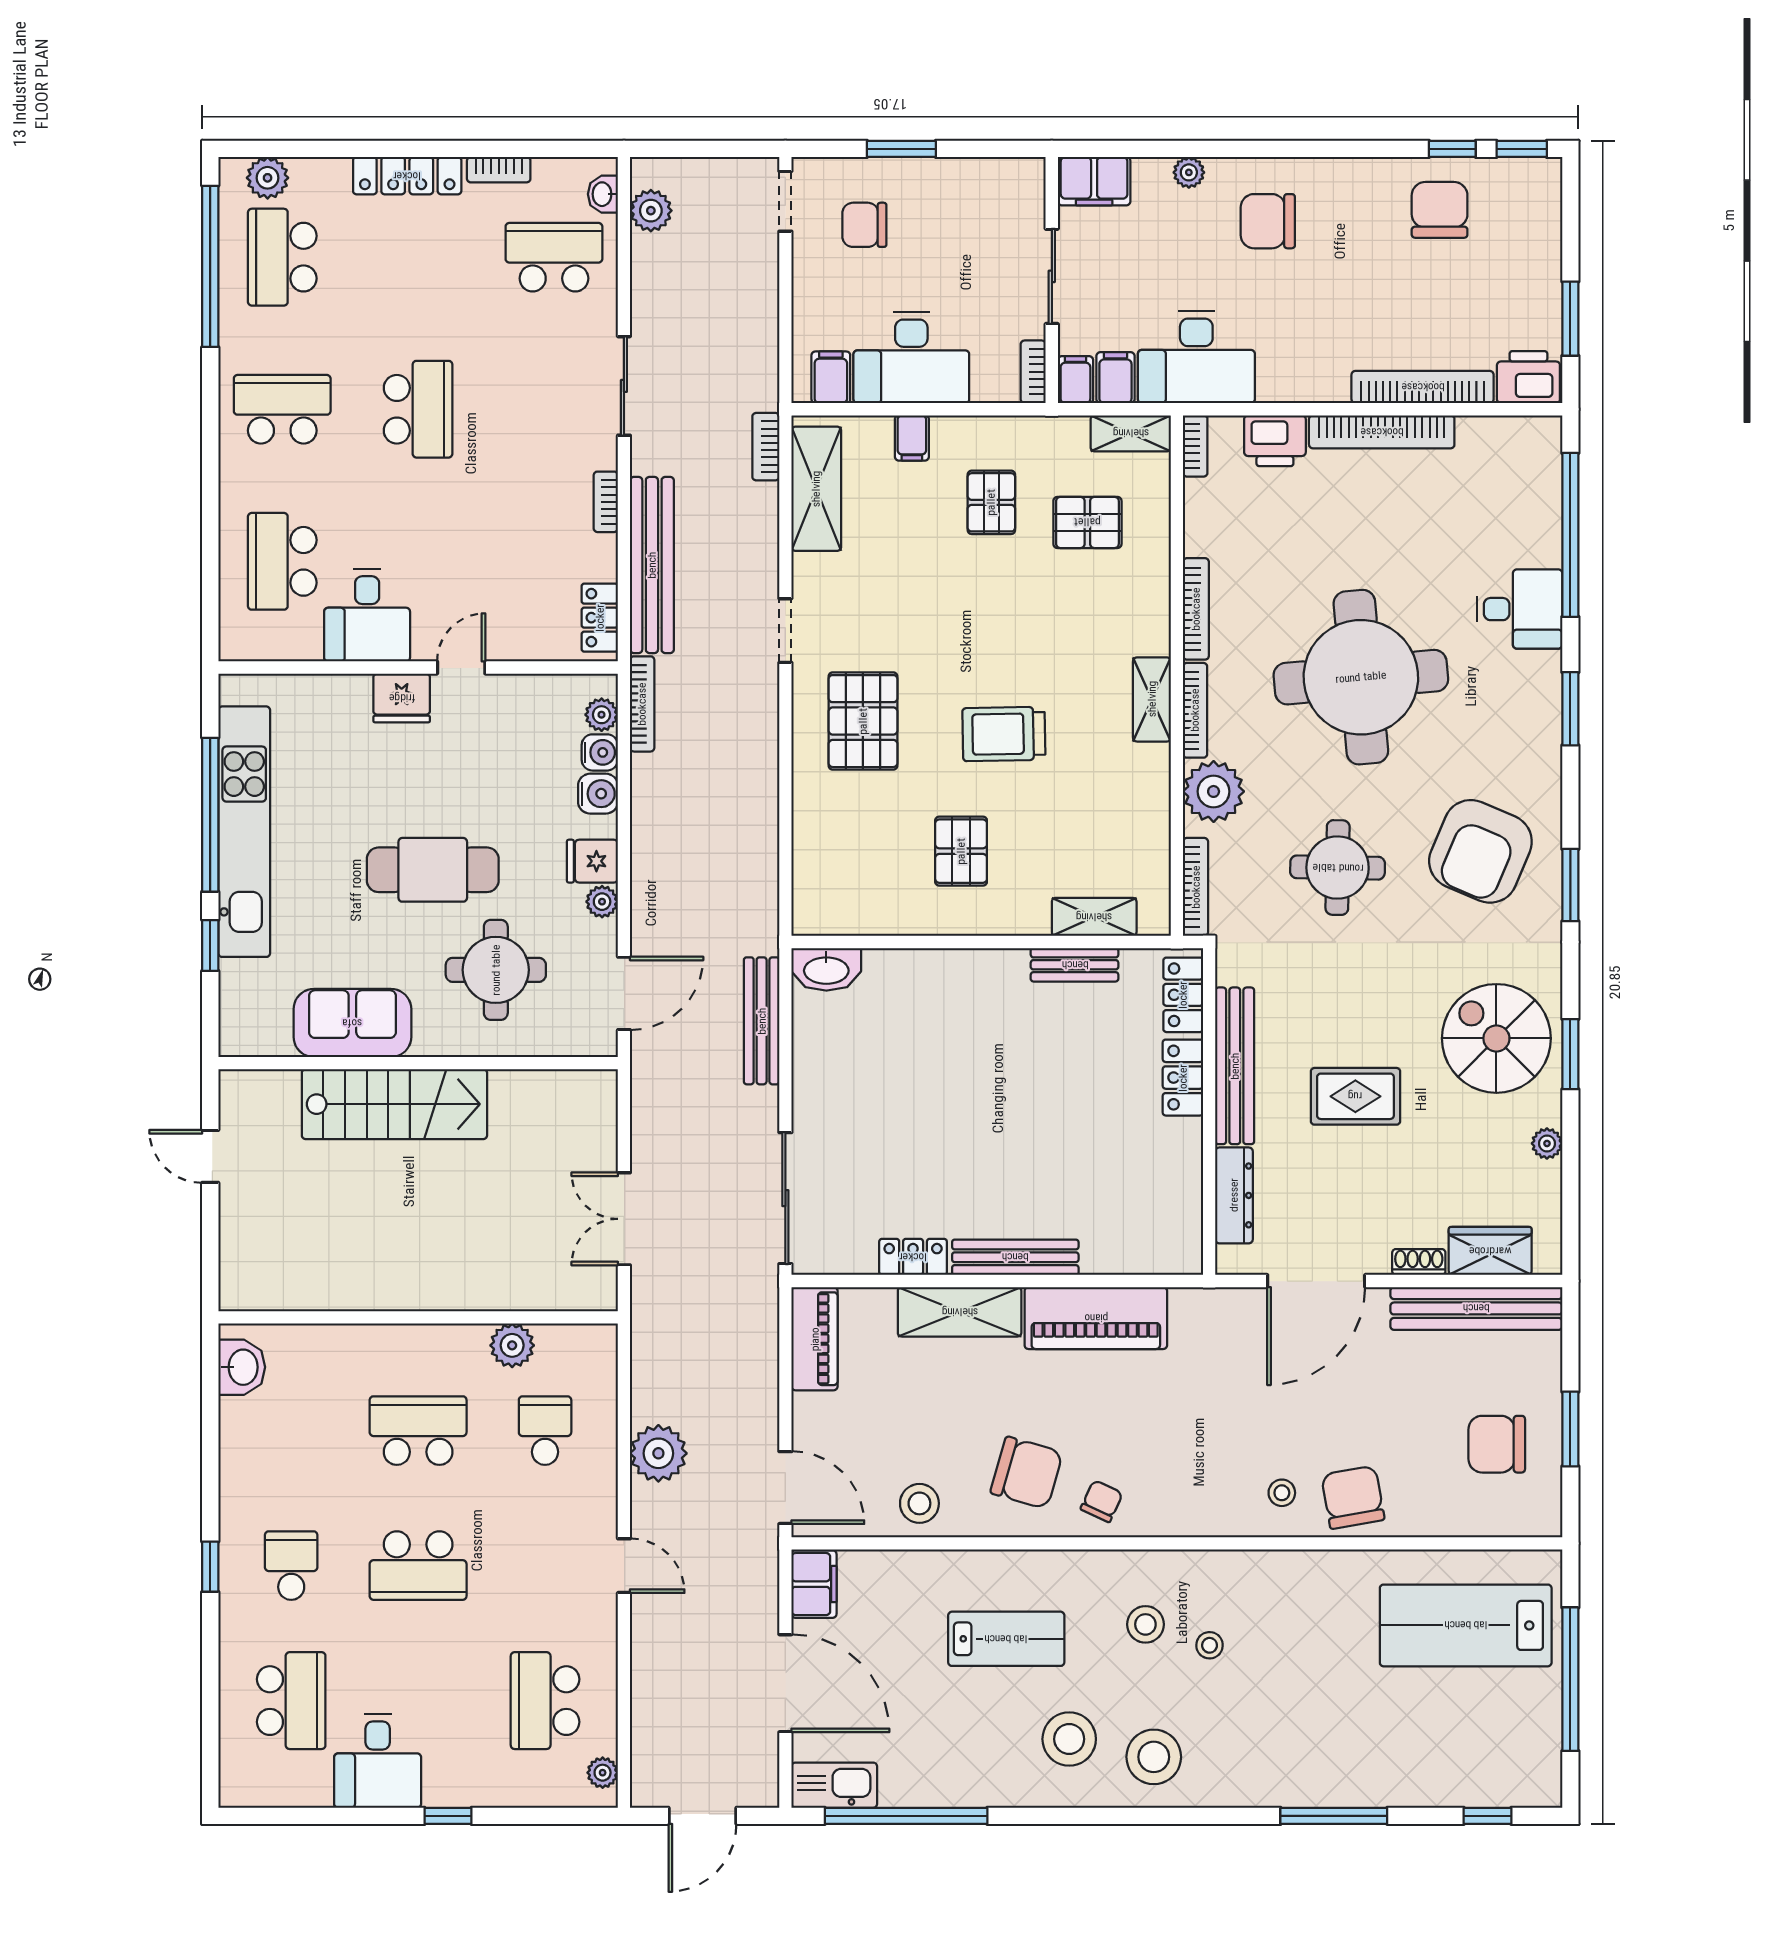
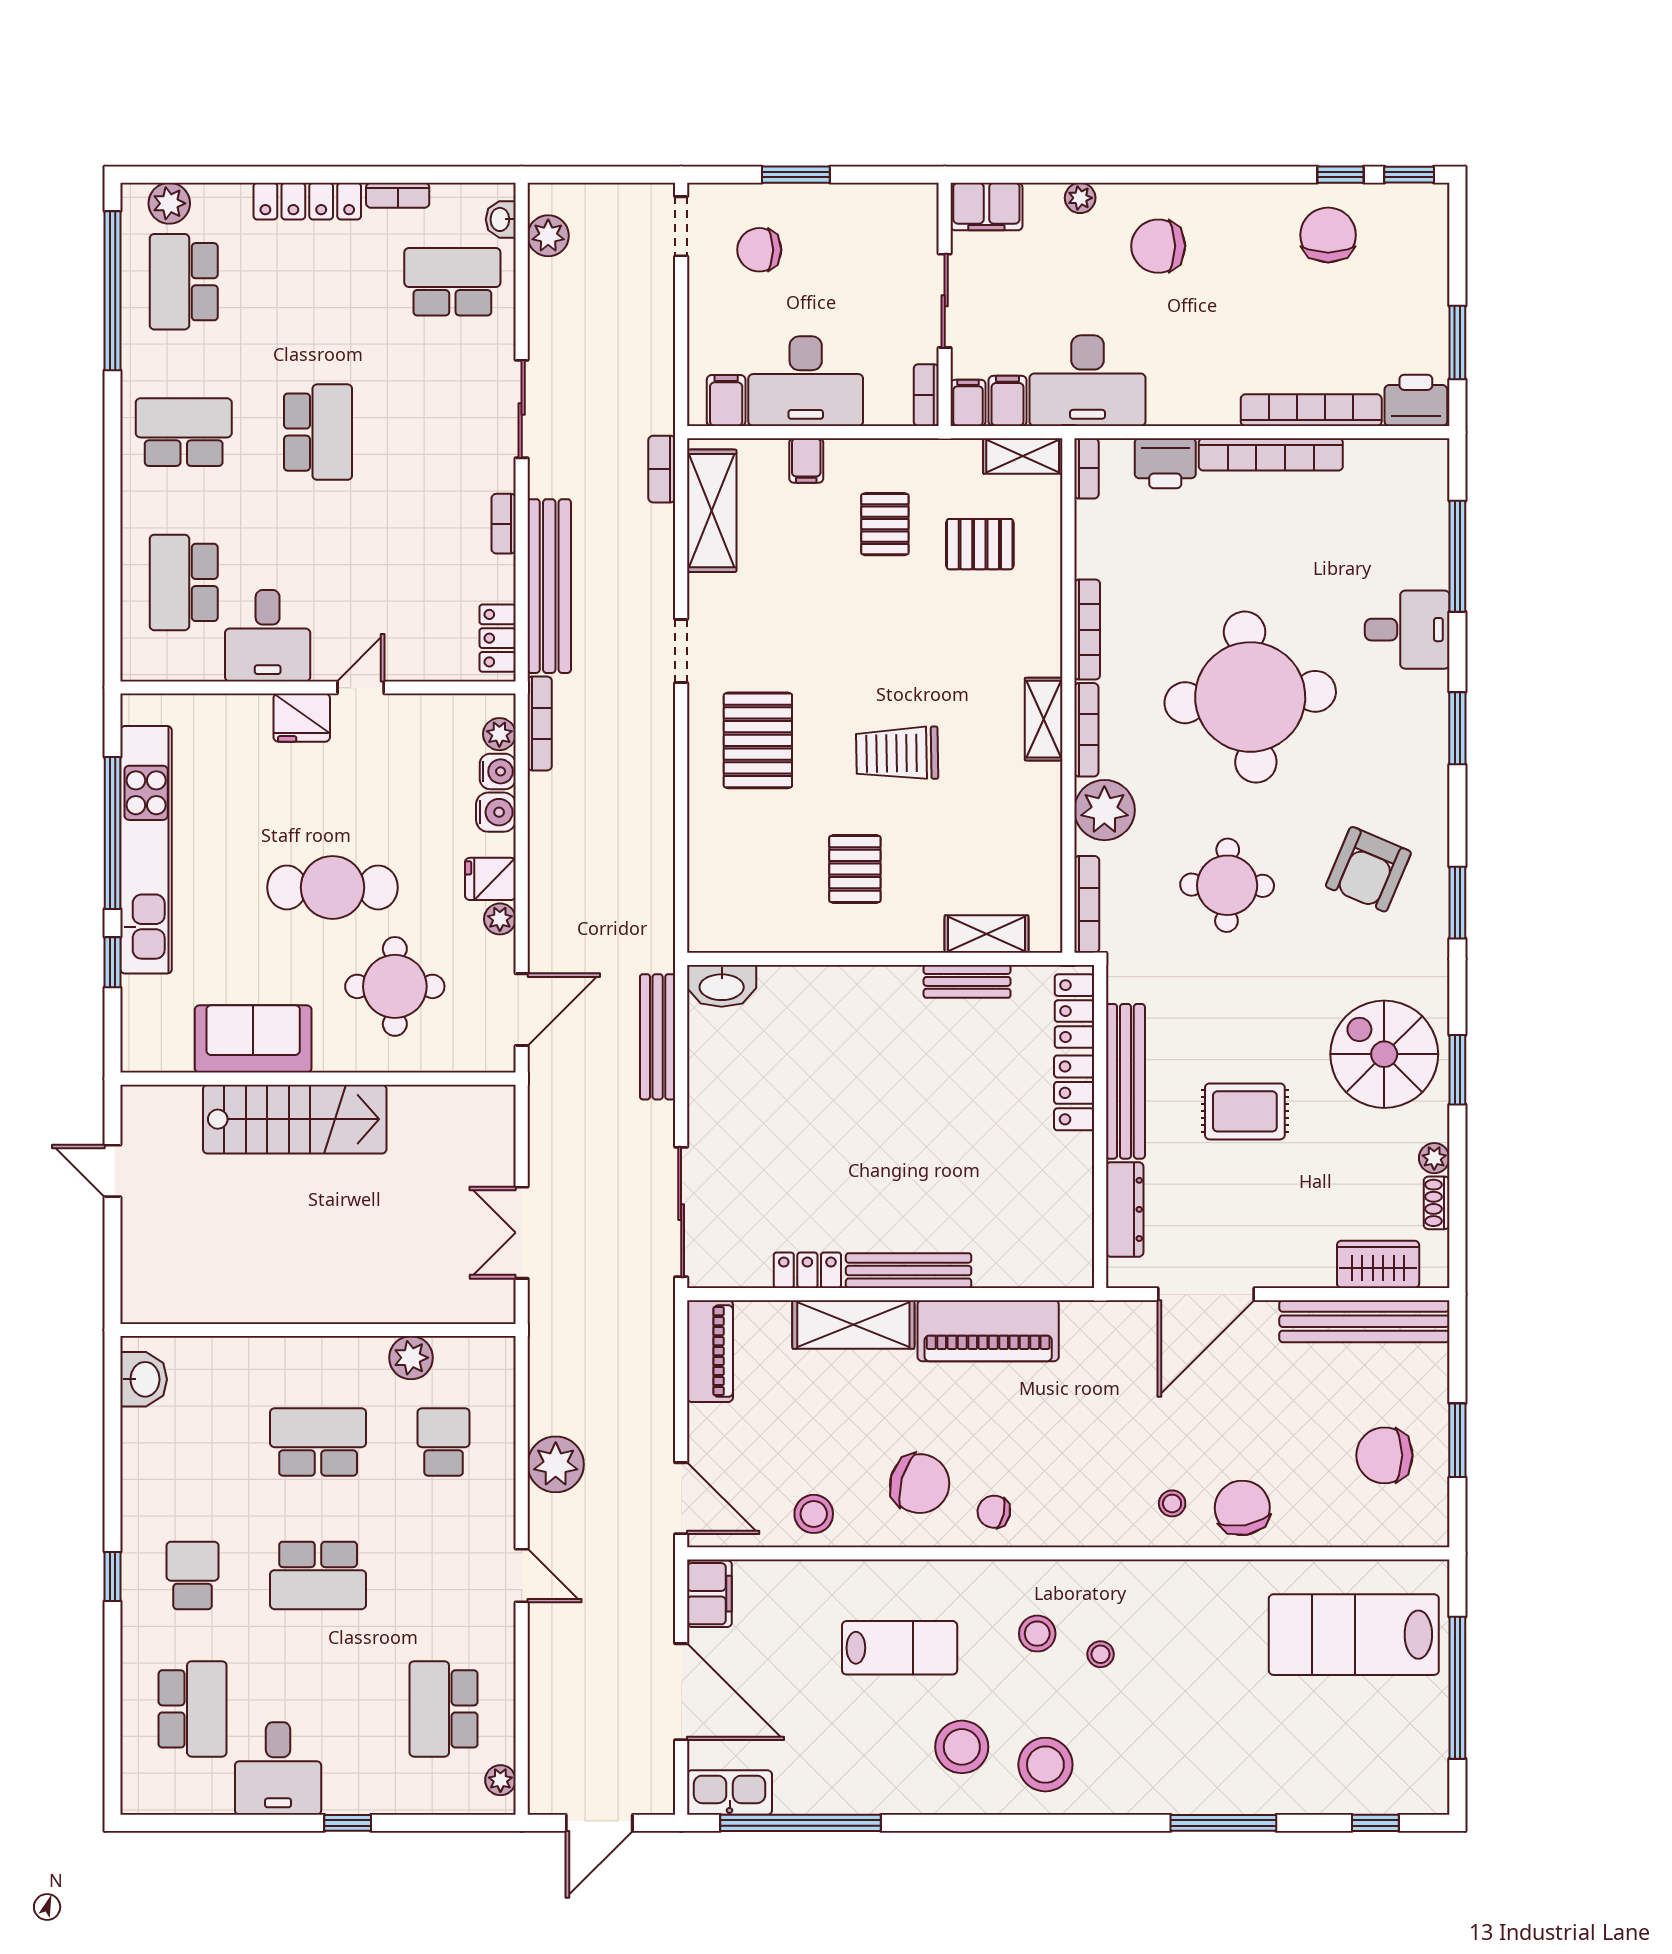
window: (1570, 535) -> (1457, 556), width x0.68
armchair: (1480, 851) -> (1368, 869), width x0.73, depth x0.73
shoe rack: (1419, 1262) -> (1437, 1203), moved, turned -90
chair: (1102, 1501) -> (994, 1512), turned -102

